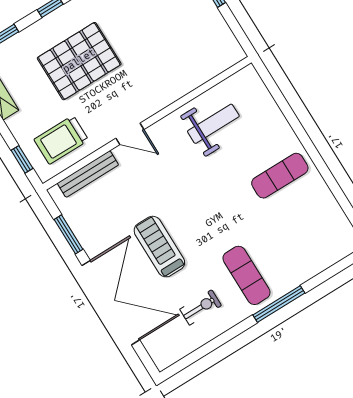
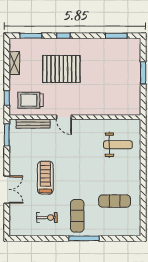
weight bench: (213, 124) -> (118, 145), moved
exercise mat: (280, 176) -> (115, 201), moved
window: (68, 234) -> (7, 135), moved
double door: (111, 303) -> (7, 190), width x0.54

